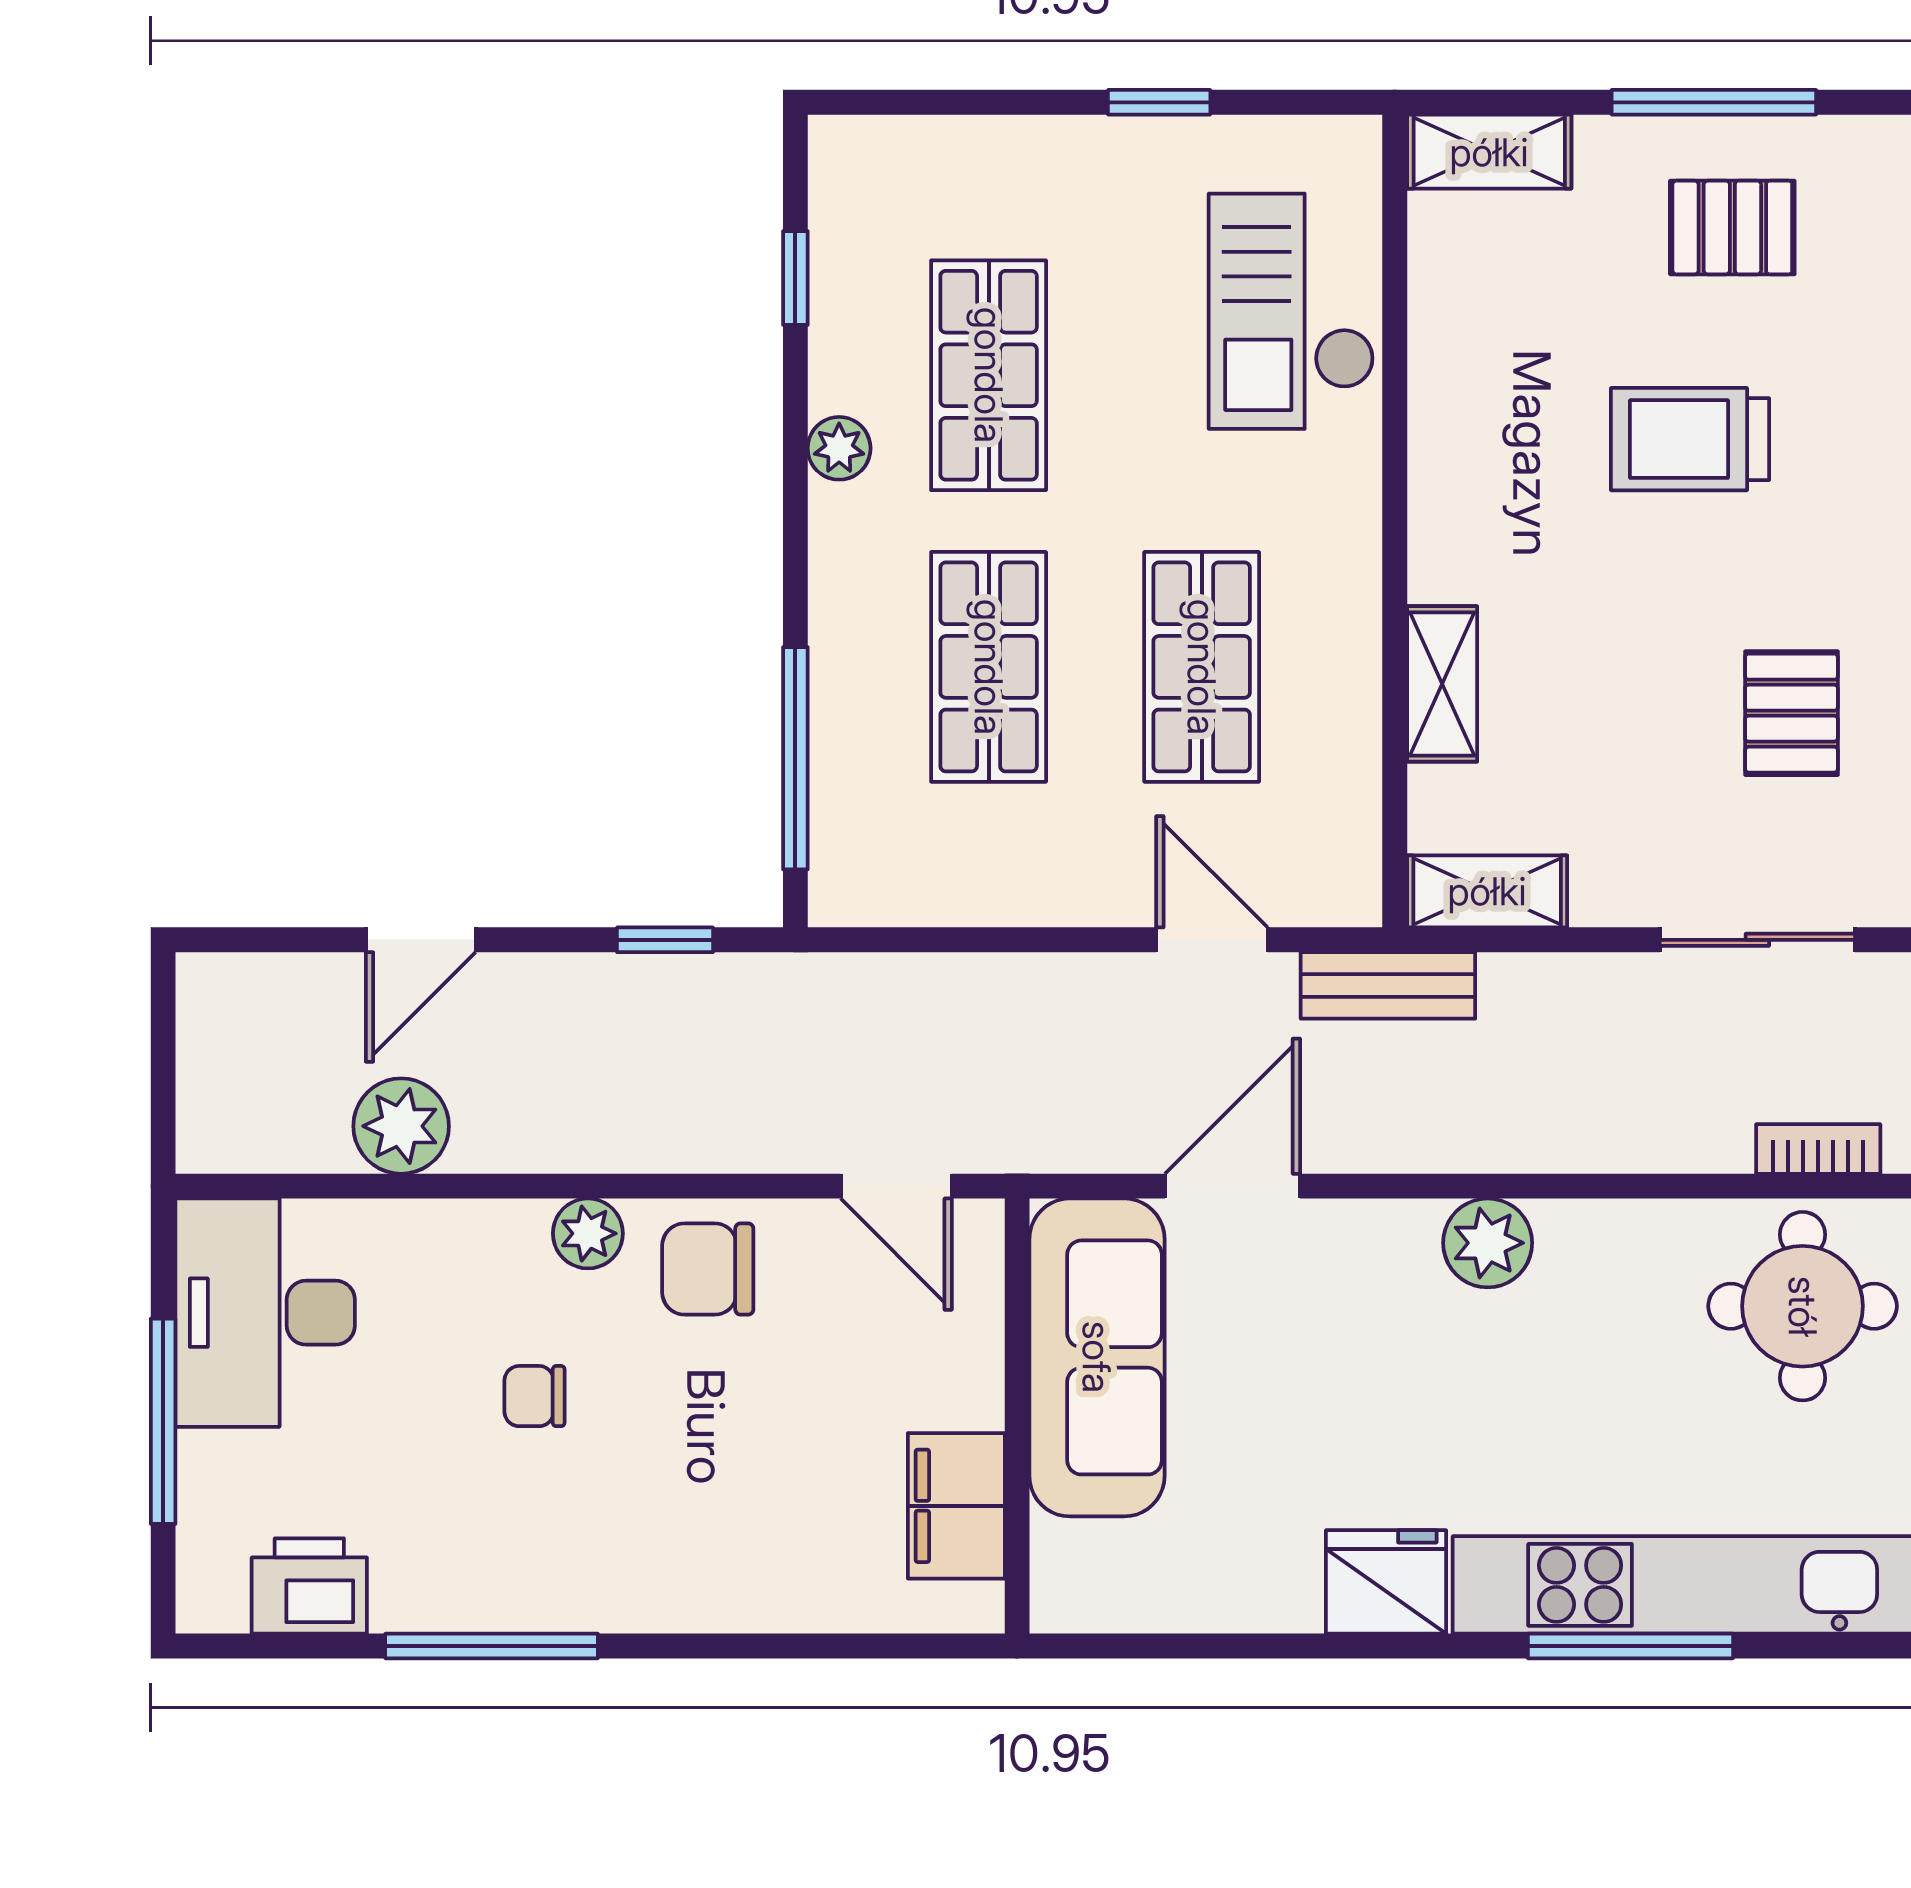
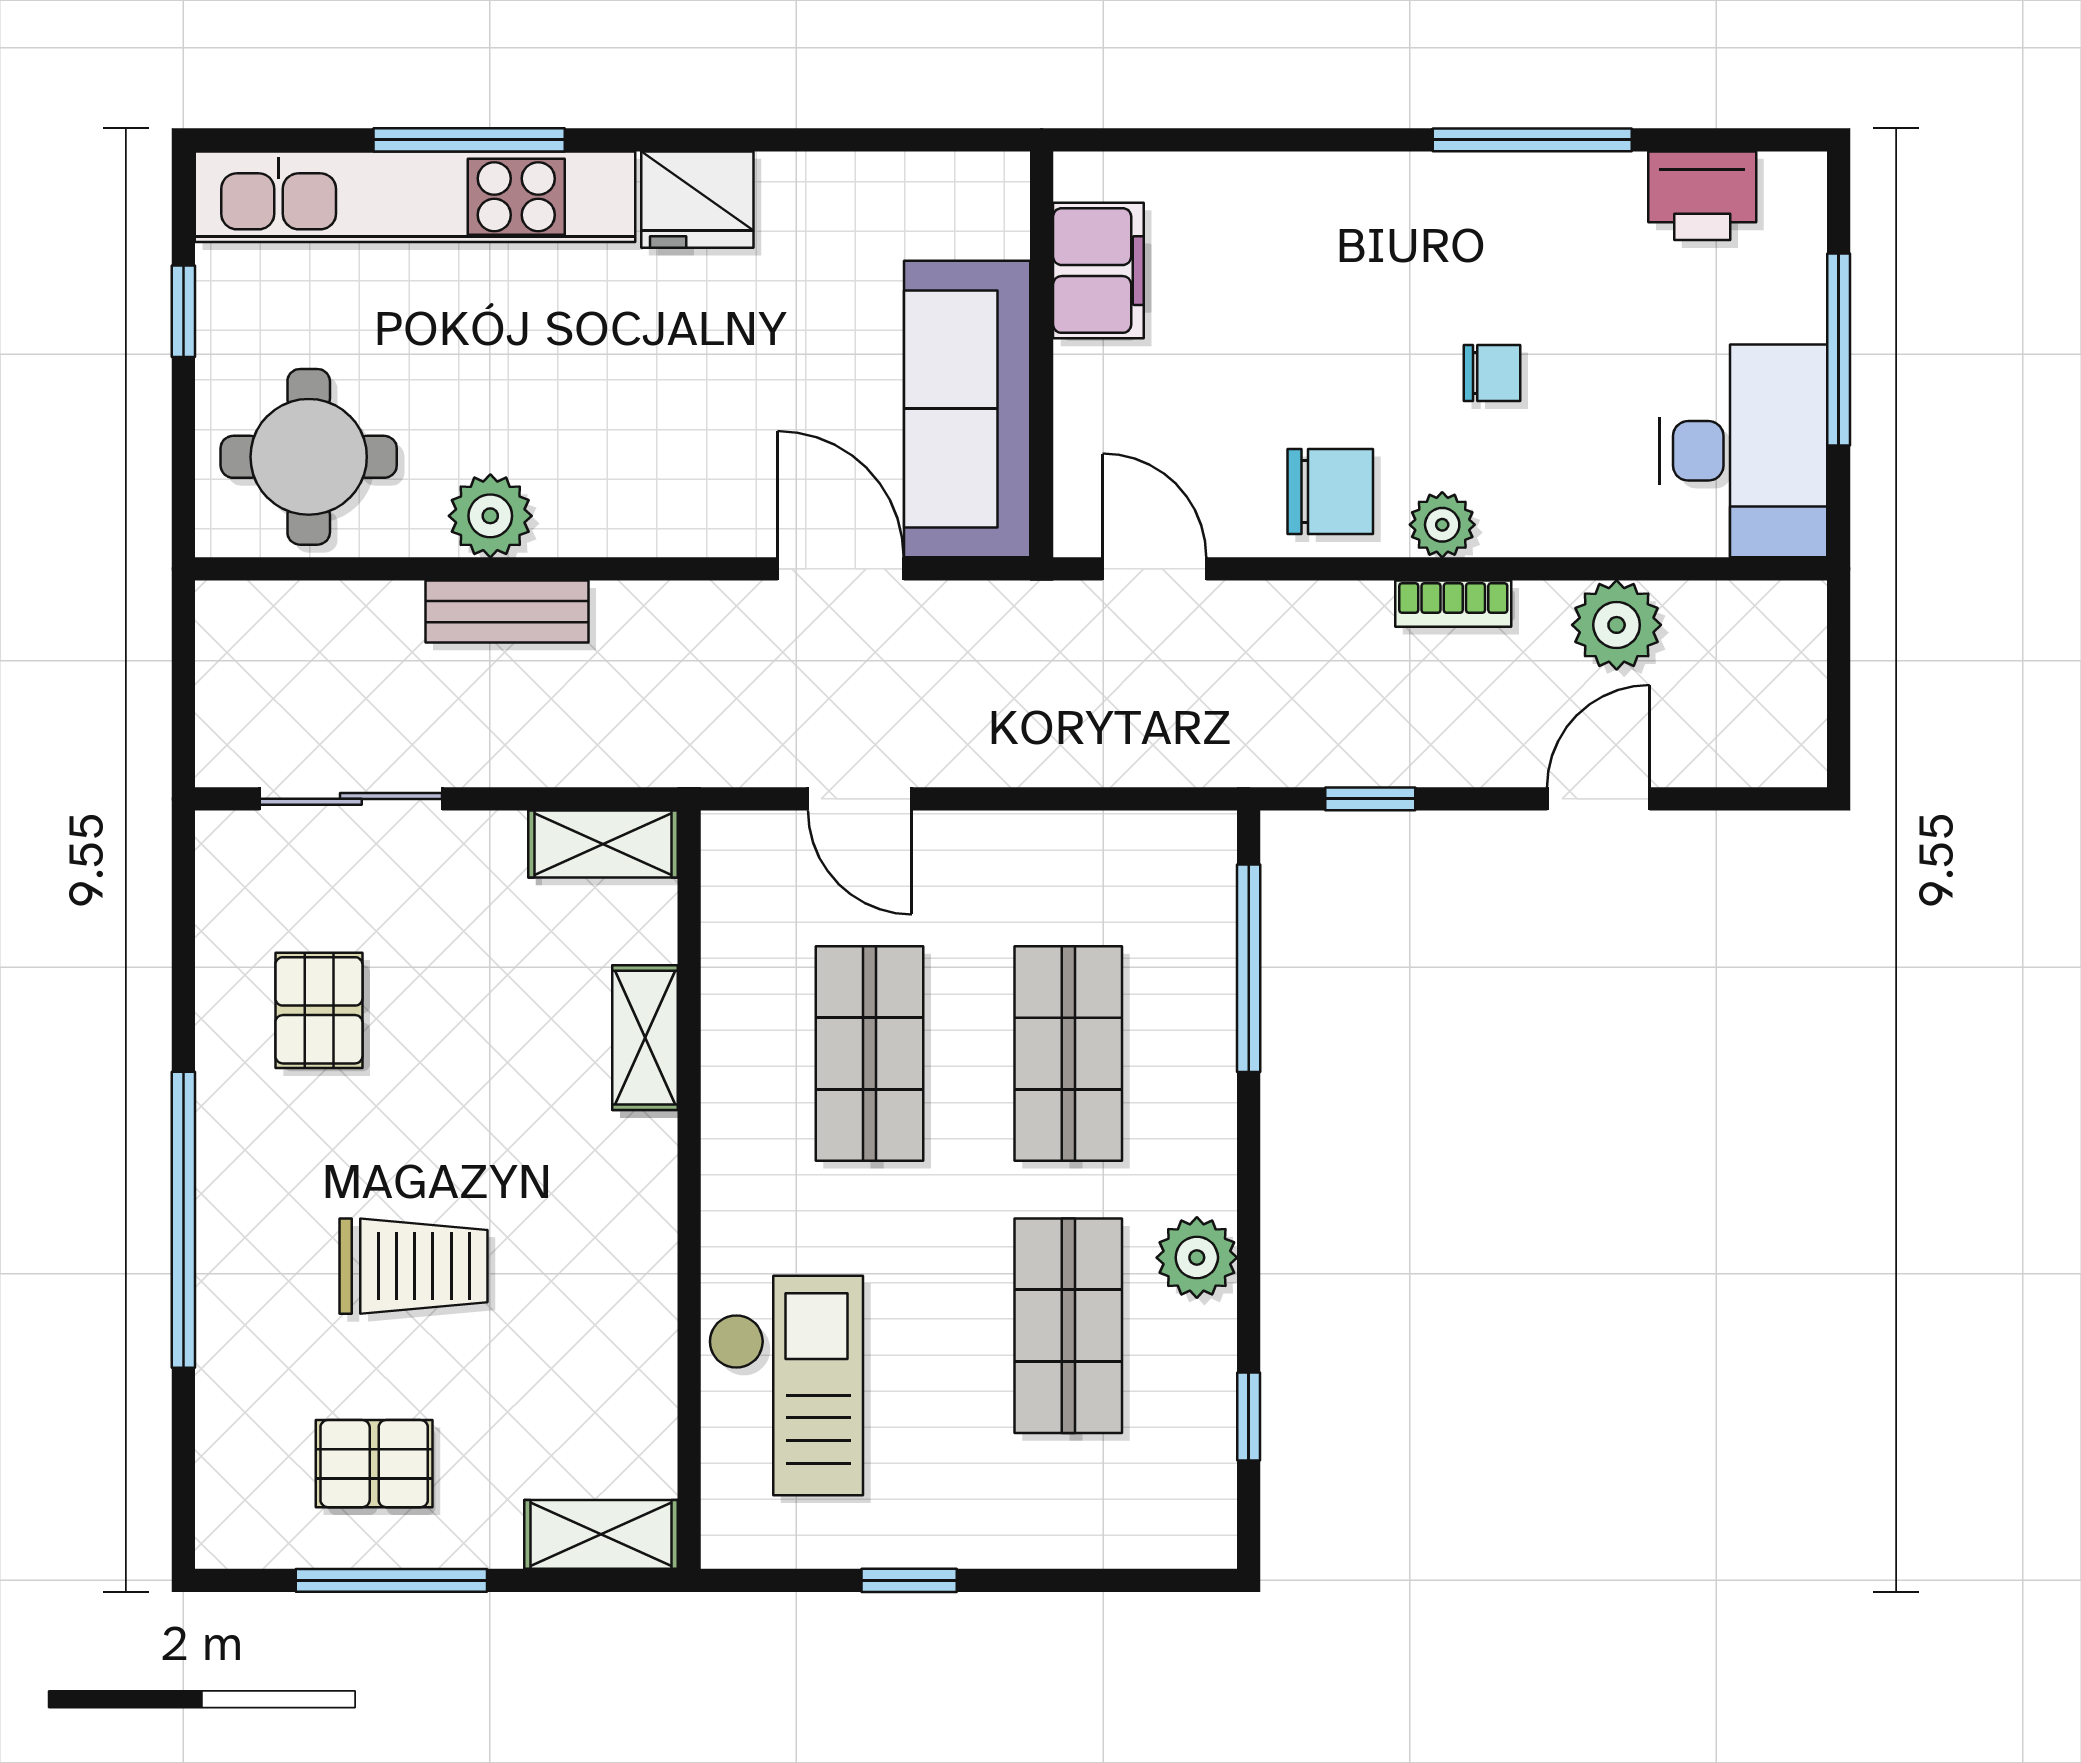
plant: (839, 448) -> (1197, 1258), width x1.38, depth x1.38
bench: (1388, 985) -> (507, 611), moved
bookcase: (1818, 1149) -> (1453, 604), moved
door: (1232, 1186) -> (841, 569), swing flipped
plant: (1488, 1243) -> (490, 516), moved

